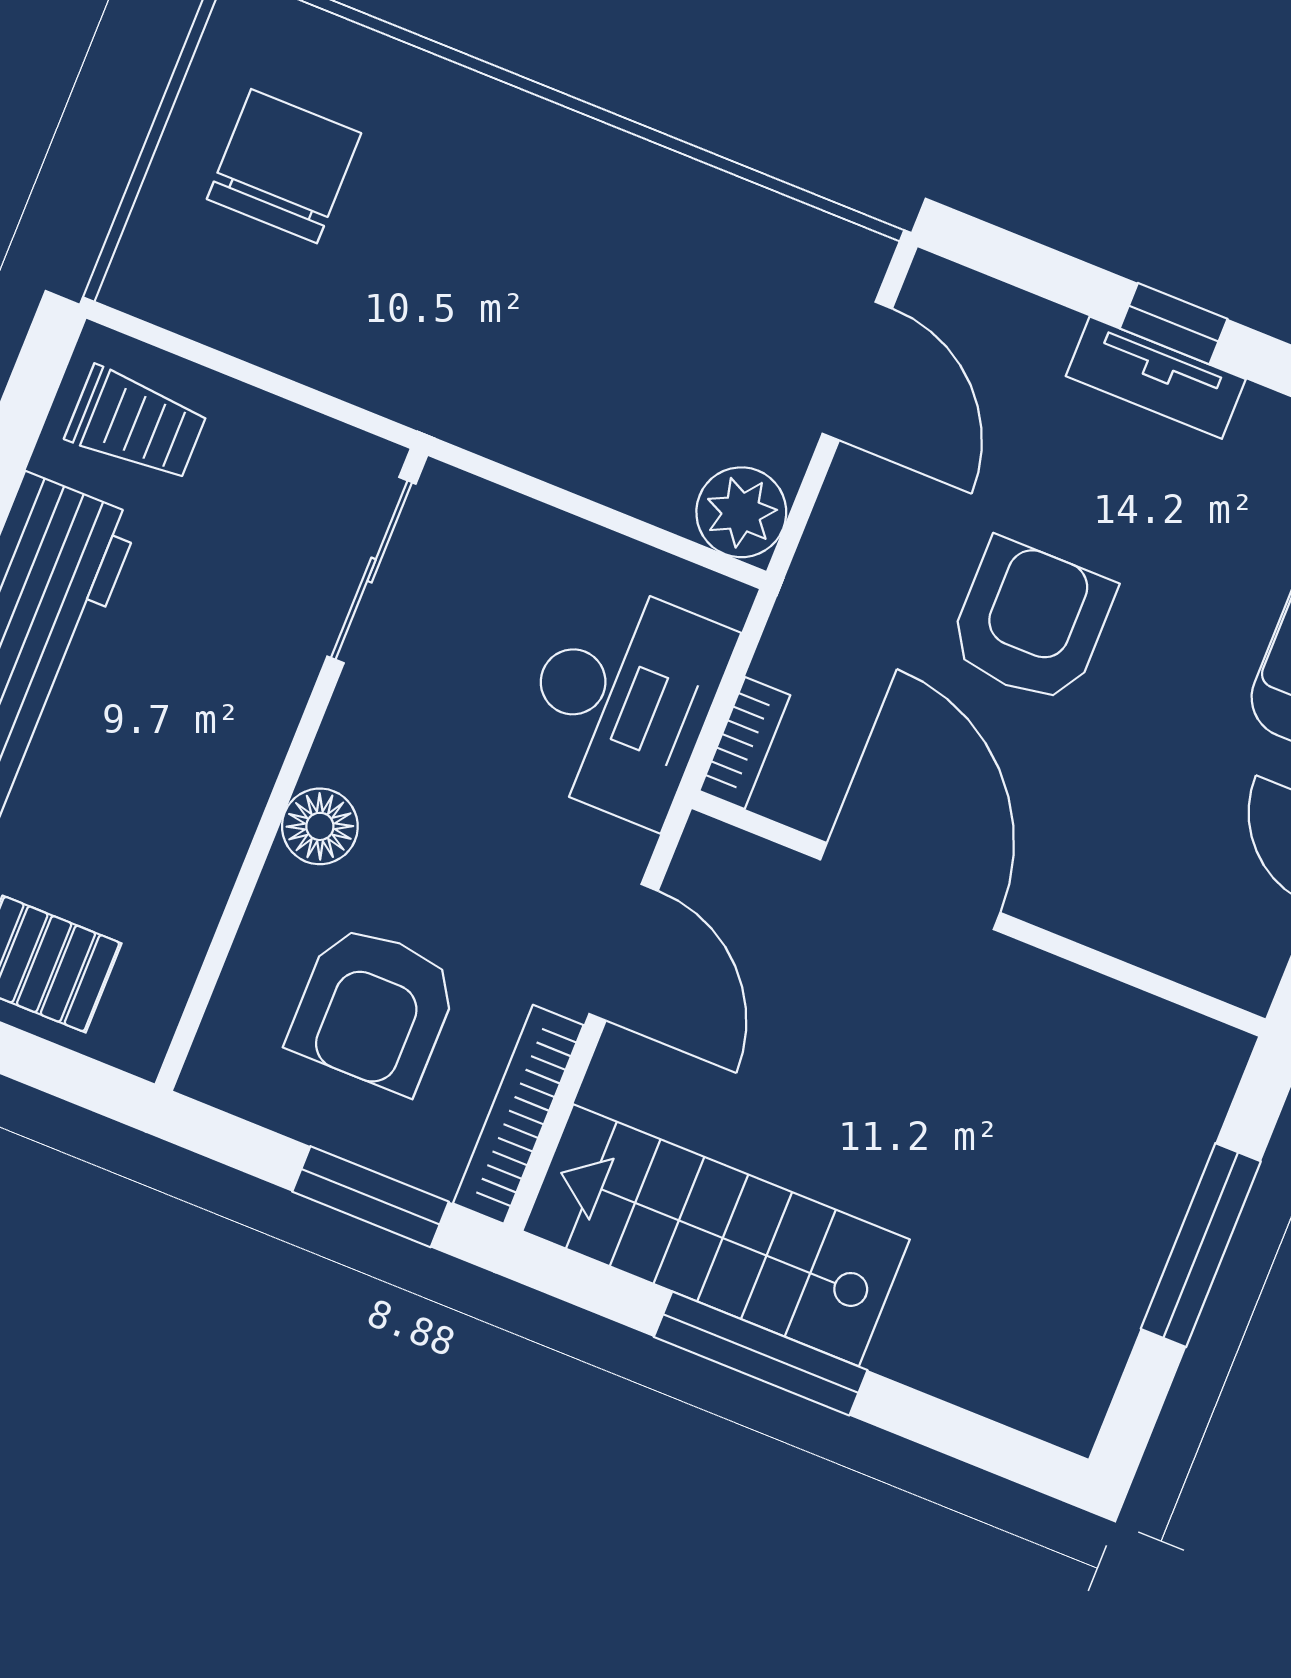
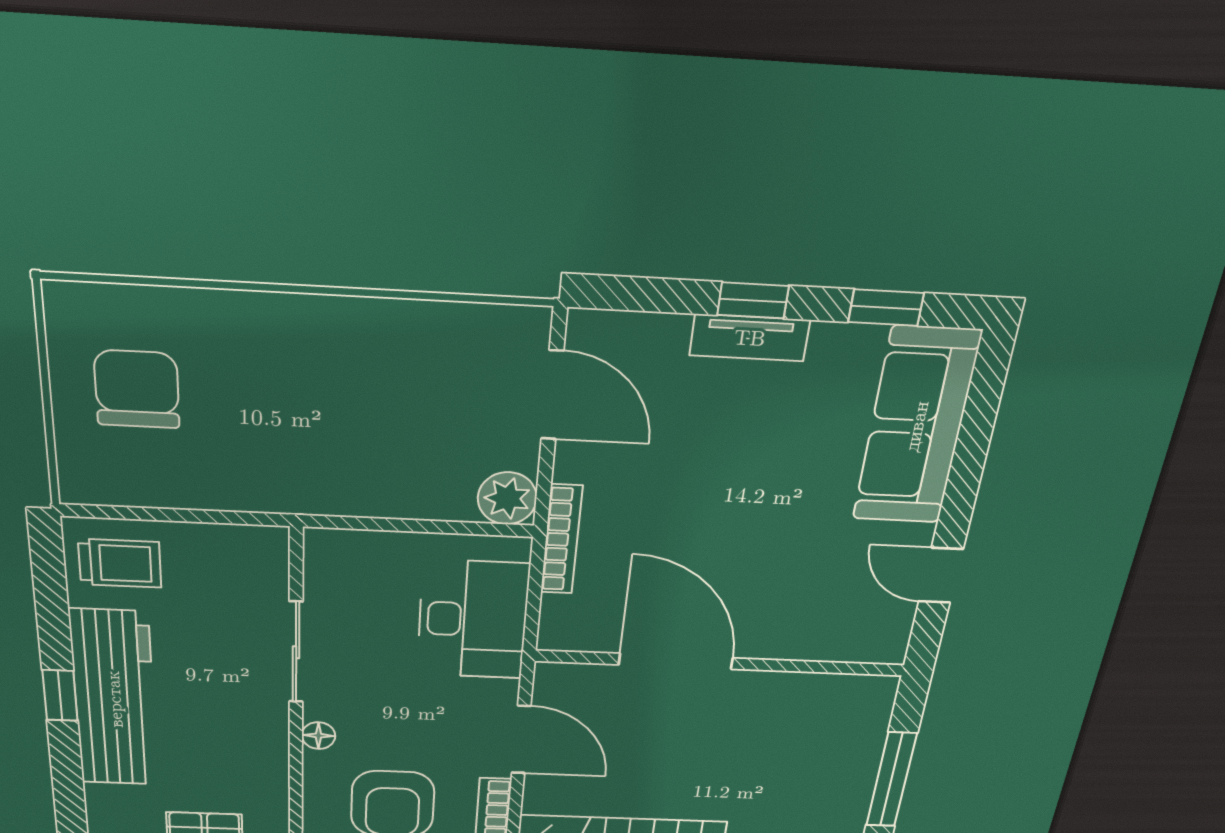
sliding door: (372, 570) -> (296, 652), moved
armchair: (1031, 622) -> (708, 504), removed
bookcase: (745, 743) -> (561, 540), moved, width x1.56
floor lamp: (320, 826) -> (318, 736), width x0.73, depth x0.73

